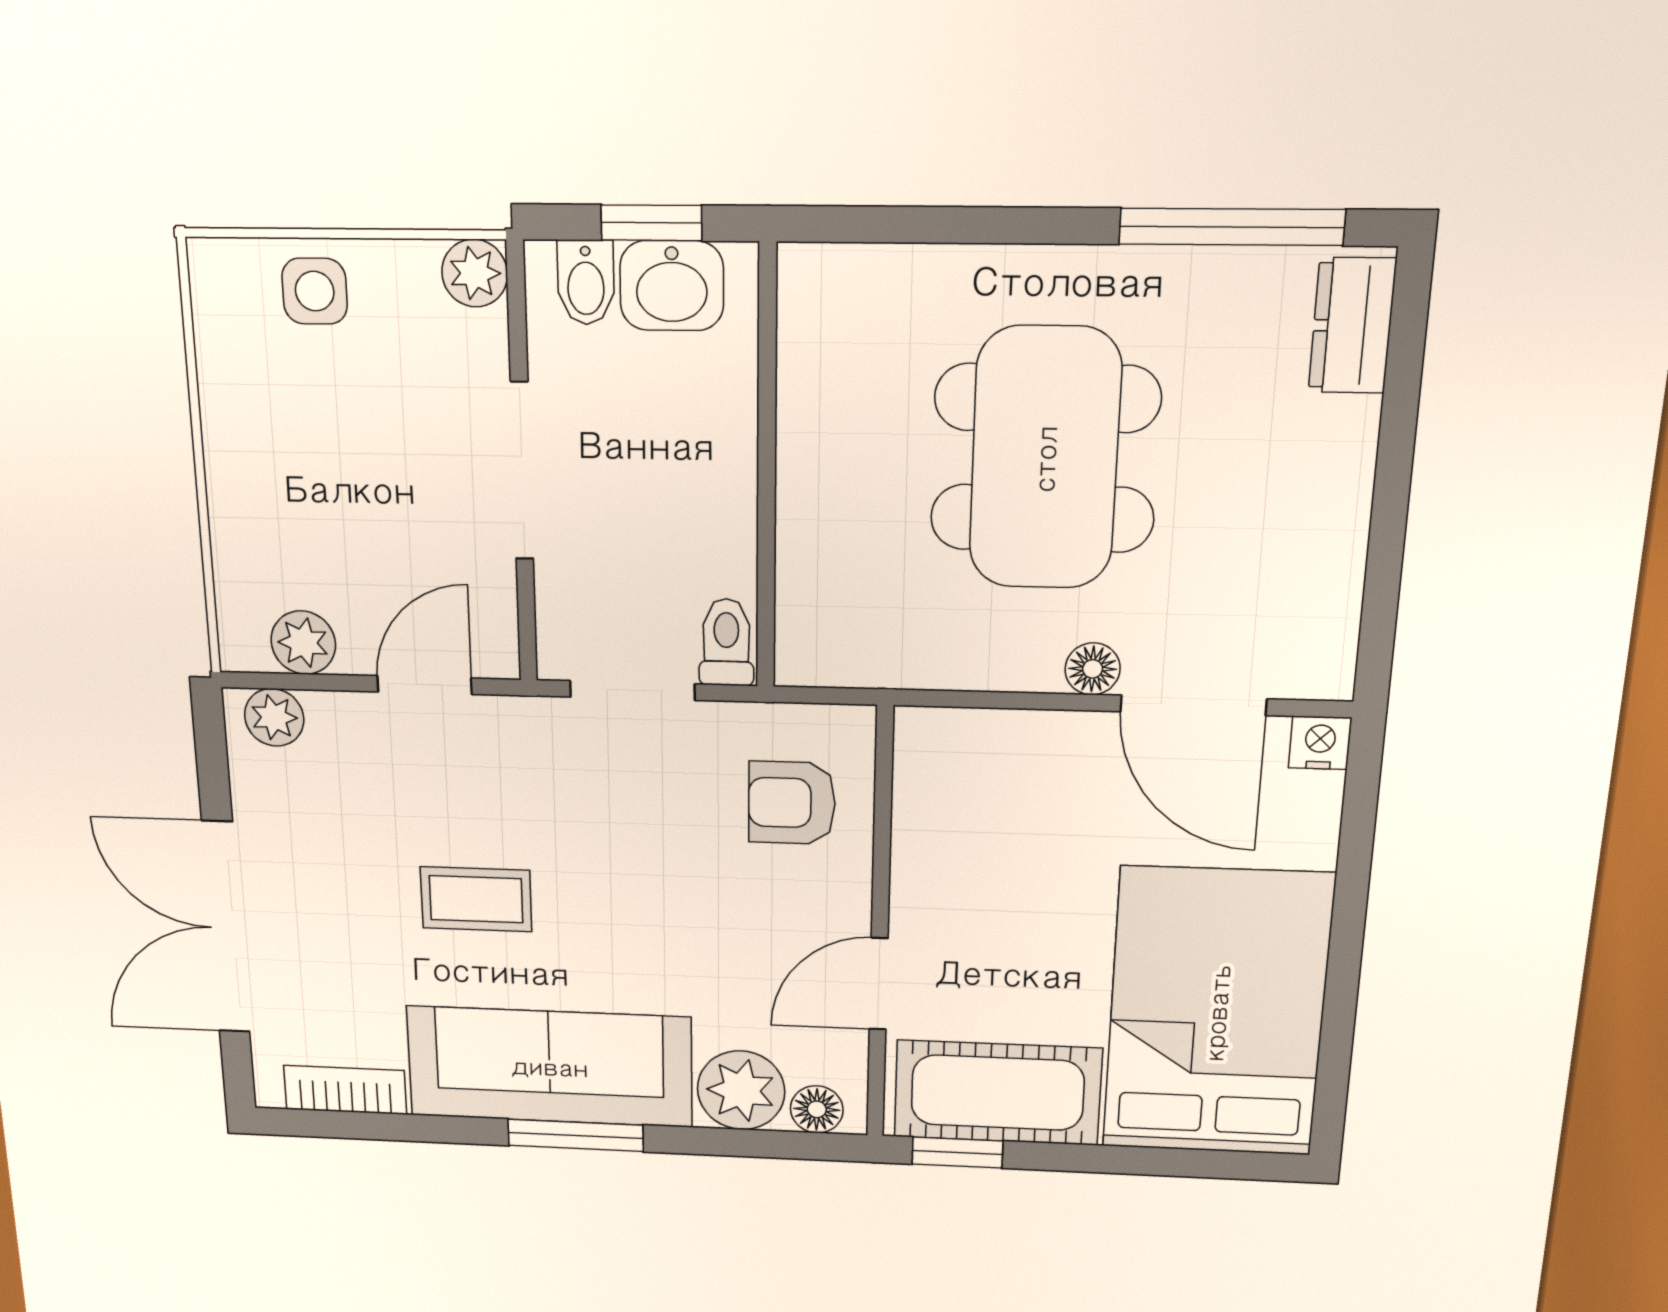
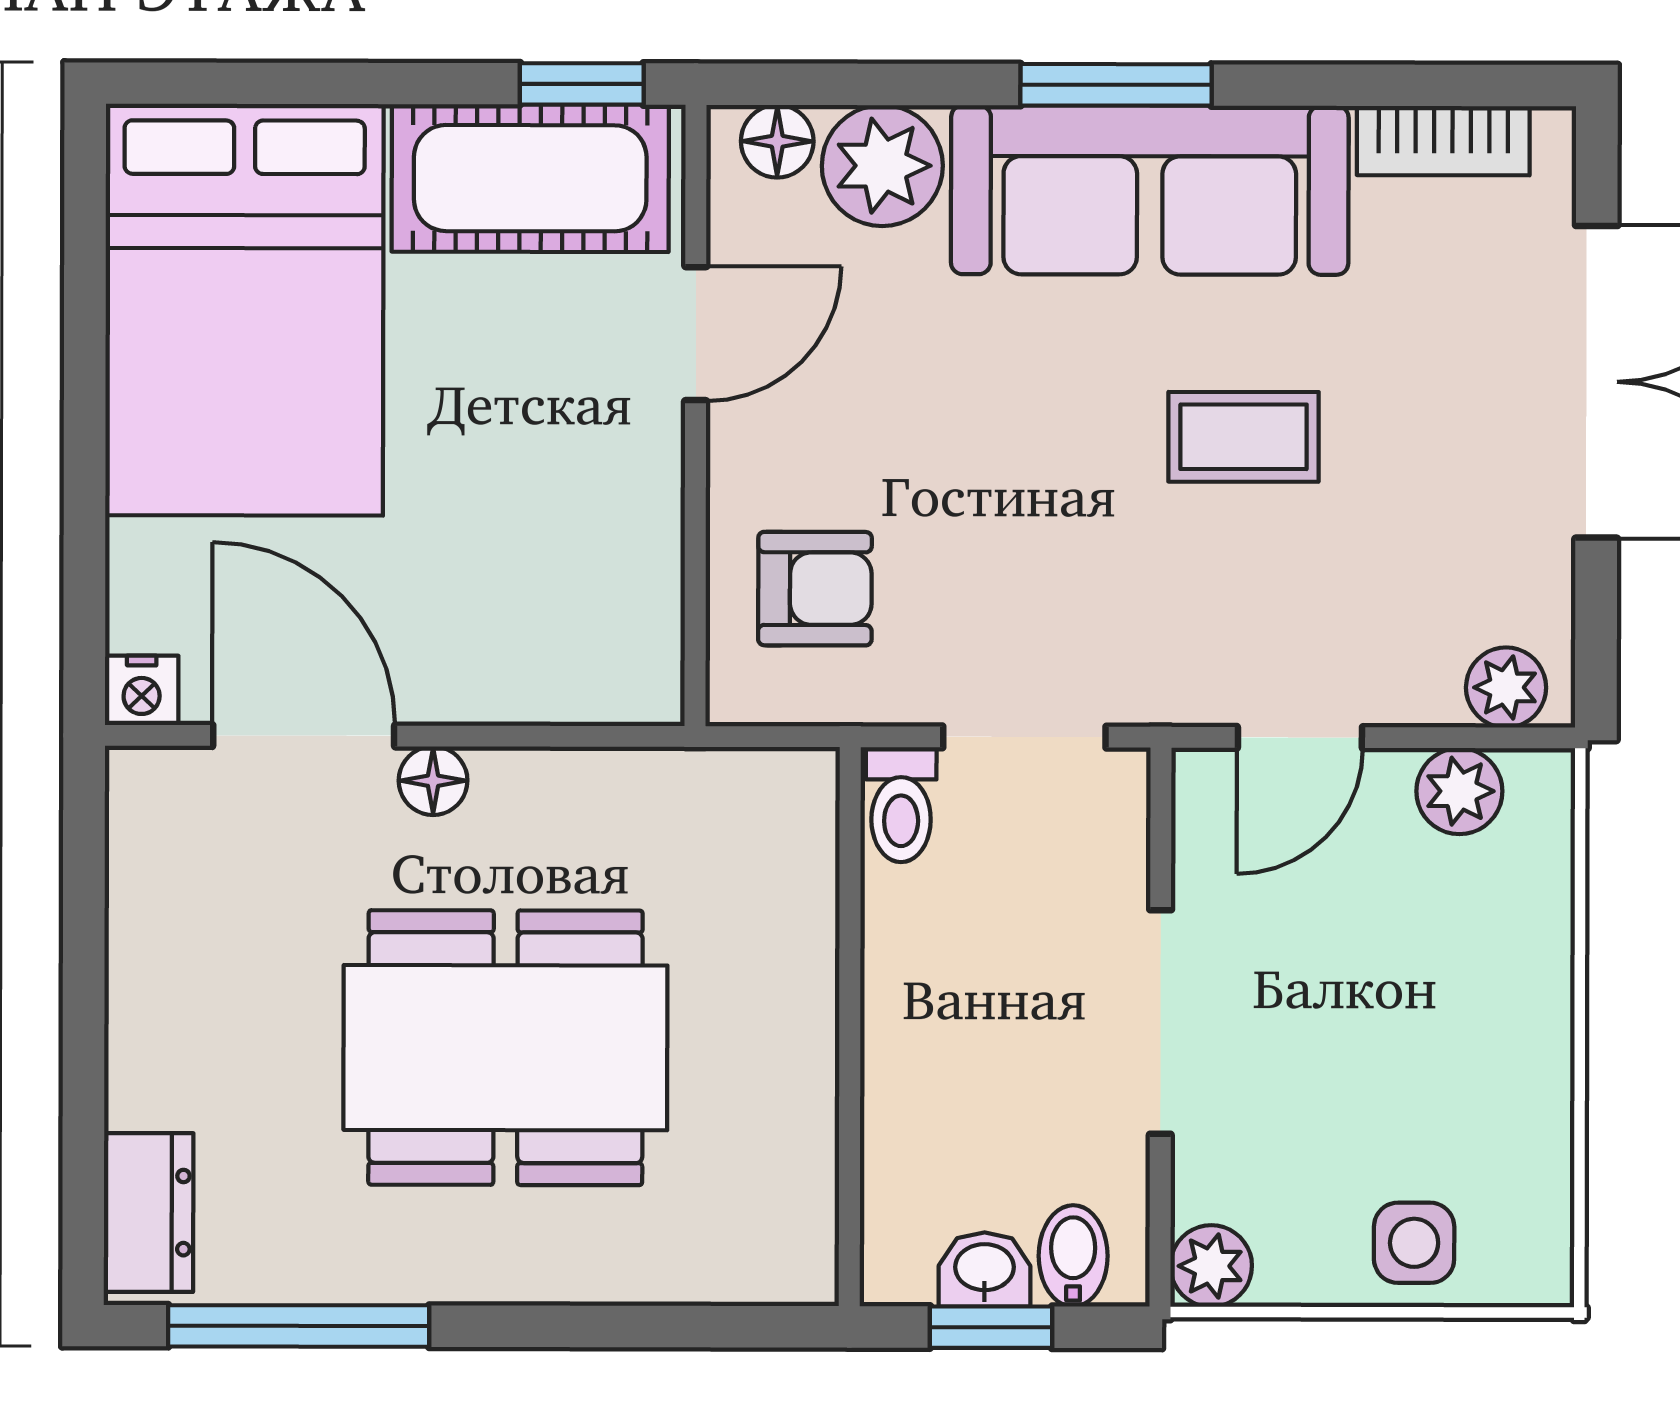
washbasin: (672, 286) -> (984, 1269), width x0.72, depth x0.69
dining table: (1045, 459) -> (505, 1048), turned 90

